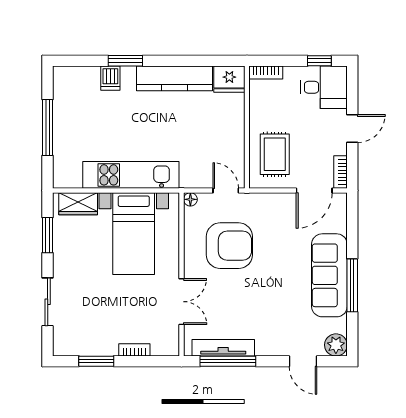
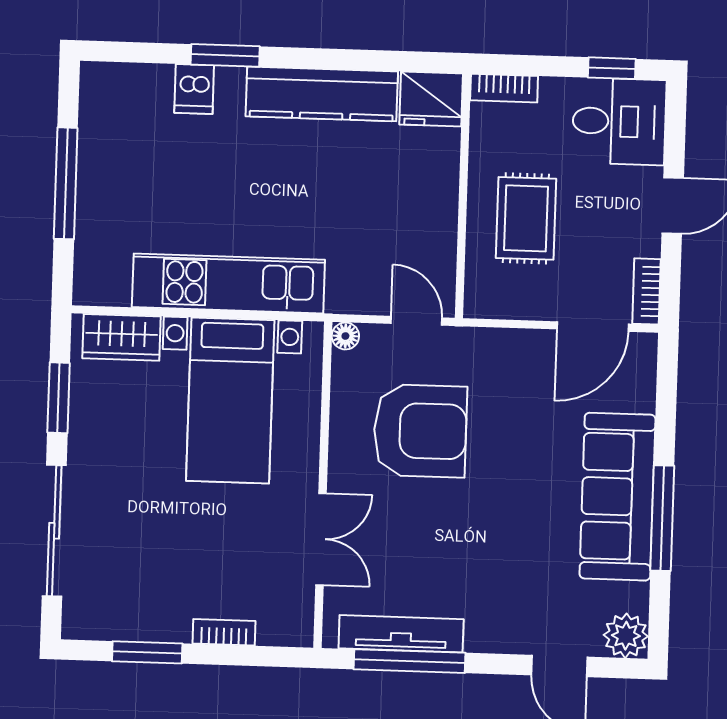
rug: (275, 154) -> (526, 218), moved
sliding door: (48, 302) -> (54, 531), width x1.37

